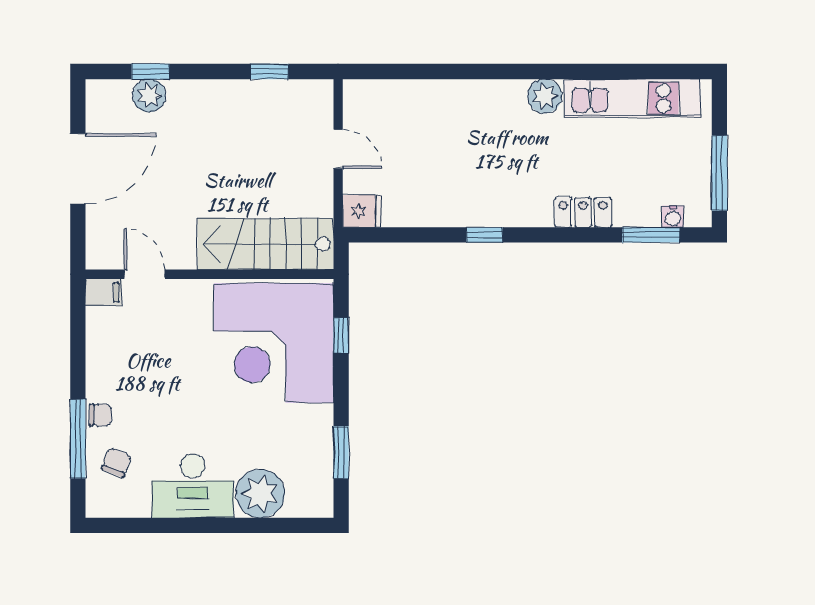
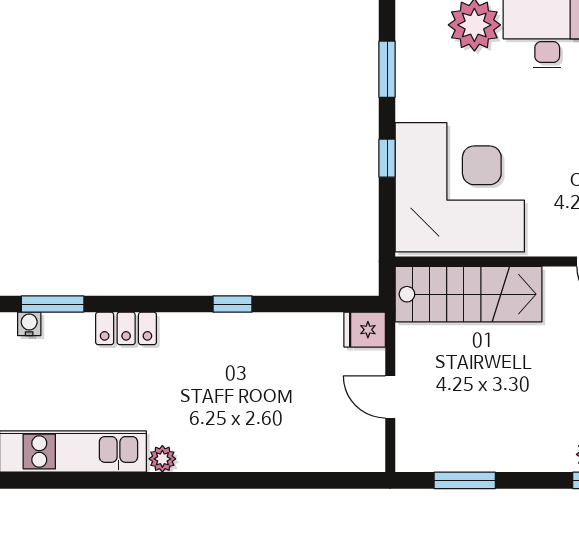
window: (269, 71) -> (465, 480), width x1.50
plant: (545, 96) -> (162, 459), width x0.73, depth x0.73
window: (341, 335) -> (387, 158), moved

